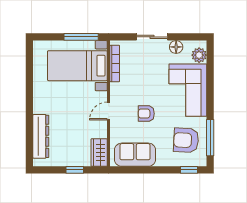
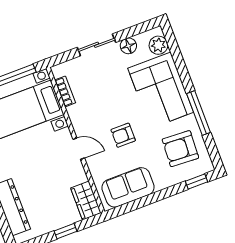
bookcase: (115, 63) -> (65, 91), width x0.64
door: (109, 111) -> (79, 149), swing flipped
window: (210, 138) -> (198, 113), moved

